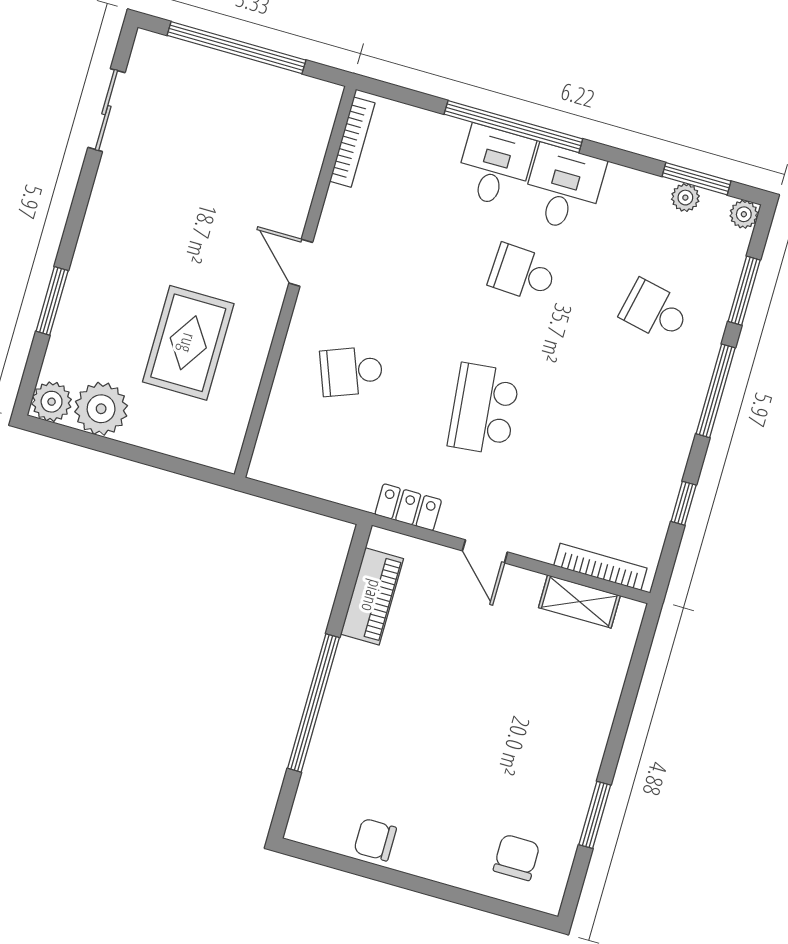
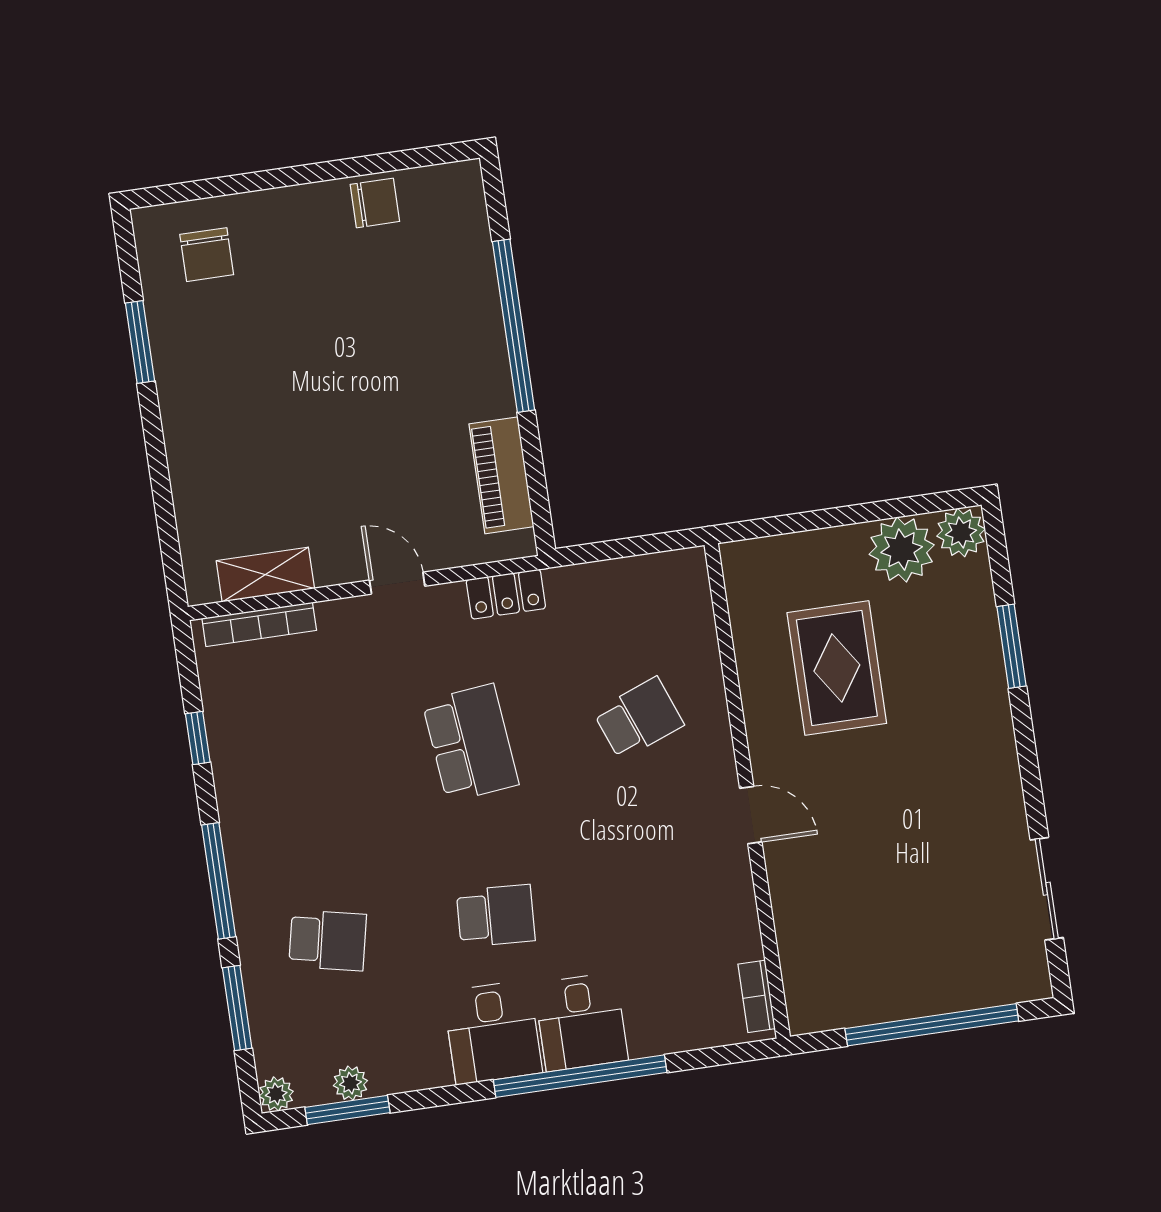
bookcase: (352, 142) -> (757, 996), width x0.64

